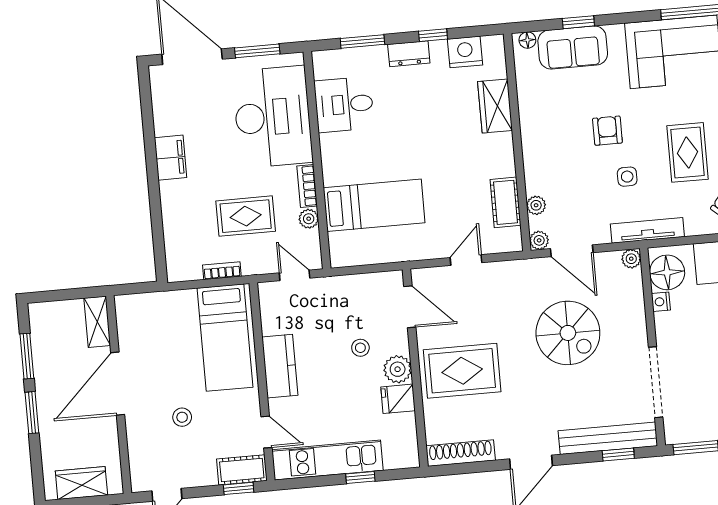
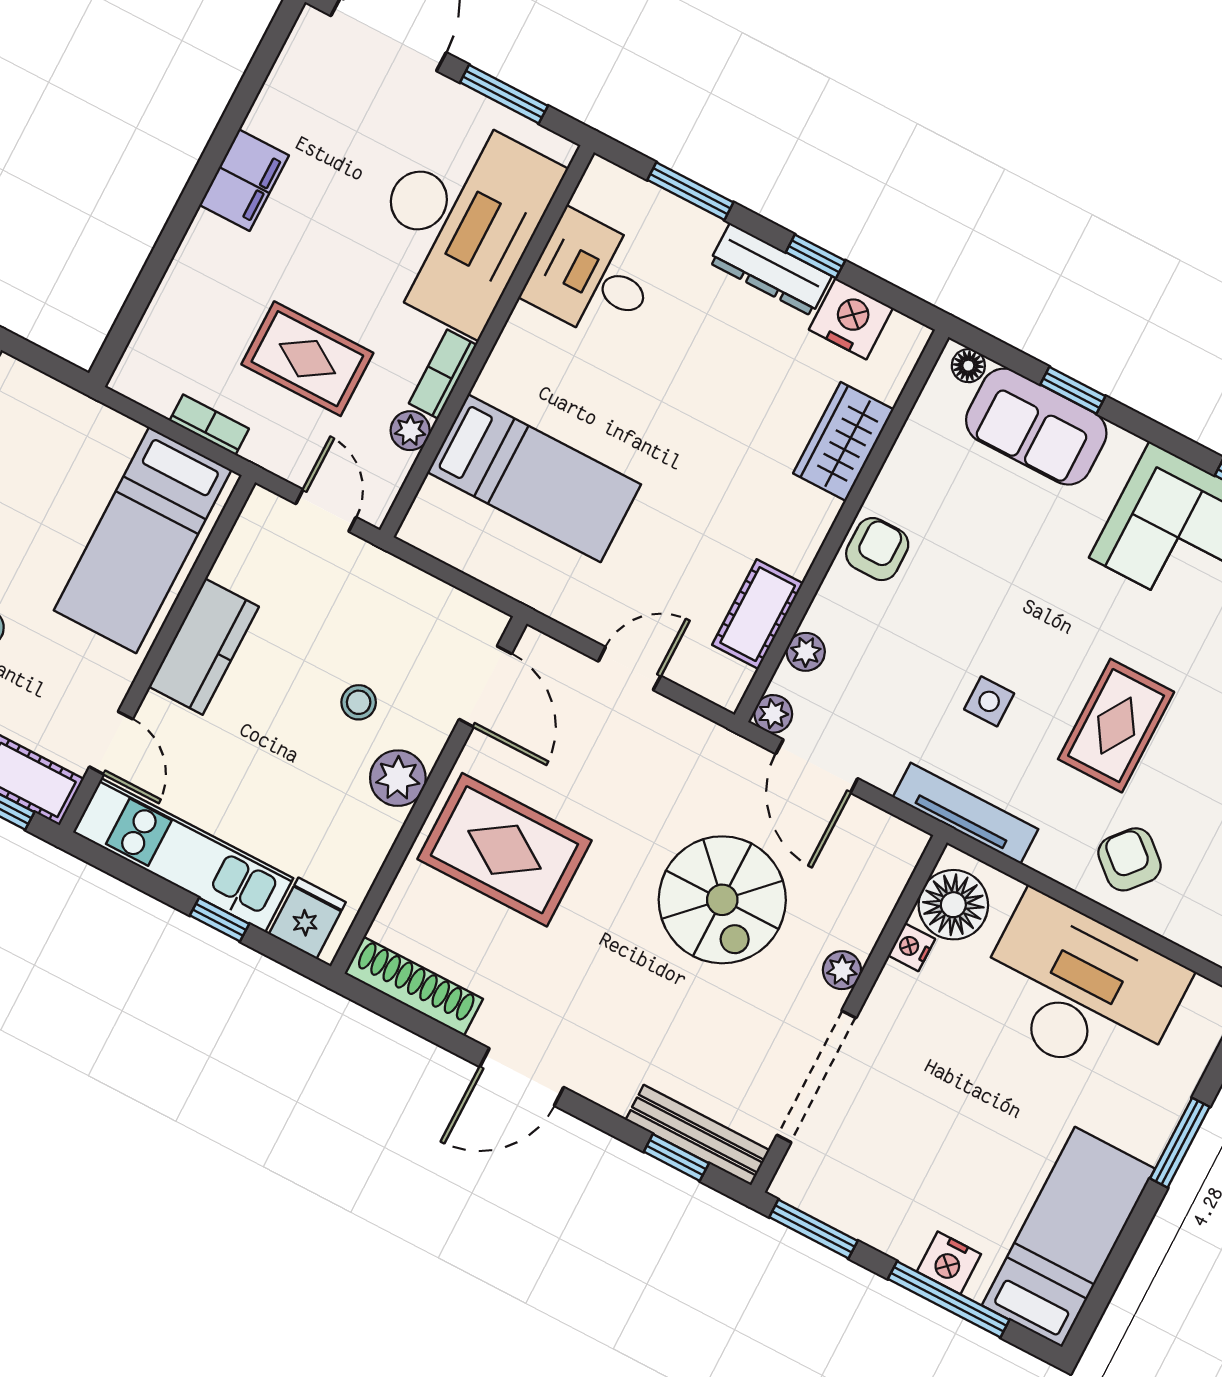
dresser: (409, 54) -> (771, 269), width x1.44
armchair: (607, 131) -> (877, 549), moved
plant: (631, 259) -> (842, 970), moved
fridge: (398, 399) -> (307, 918), moved, turned 90
bench: (608, 438) -> (698, 1135), width x0.73, depth x0.82

